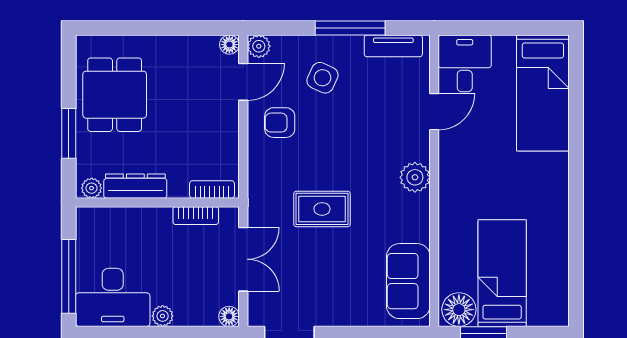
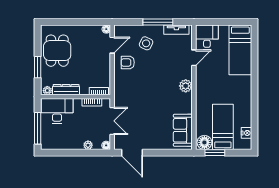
plant: (259, 46) -> (119, 30), removed
rug: (322, 209) -> (146, 99), removed
nightstand: (557, 287) -> (246, 133), added
desk: (113, 297) -> (57, 111), moved, turned 180
plant: (163, 316) -> (88, 145), moved

